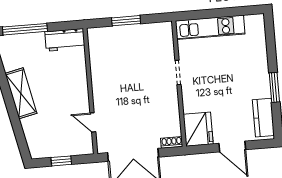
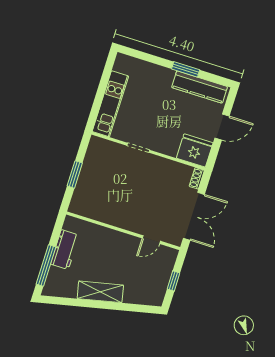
workbench: (65, 40) -> (65, 250), moved
kitchen counter: (263, 118) -> (200, 87), width x1.50

